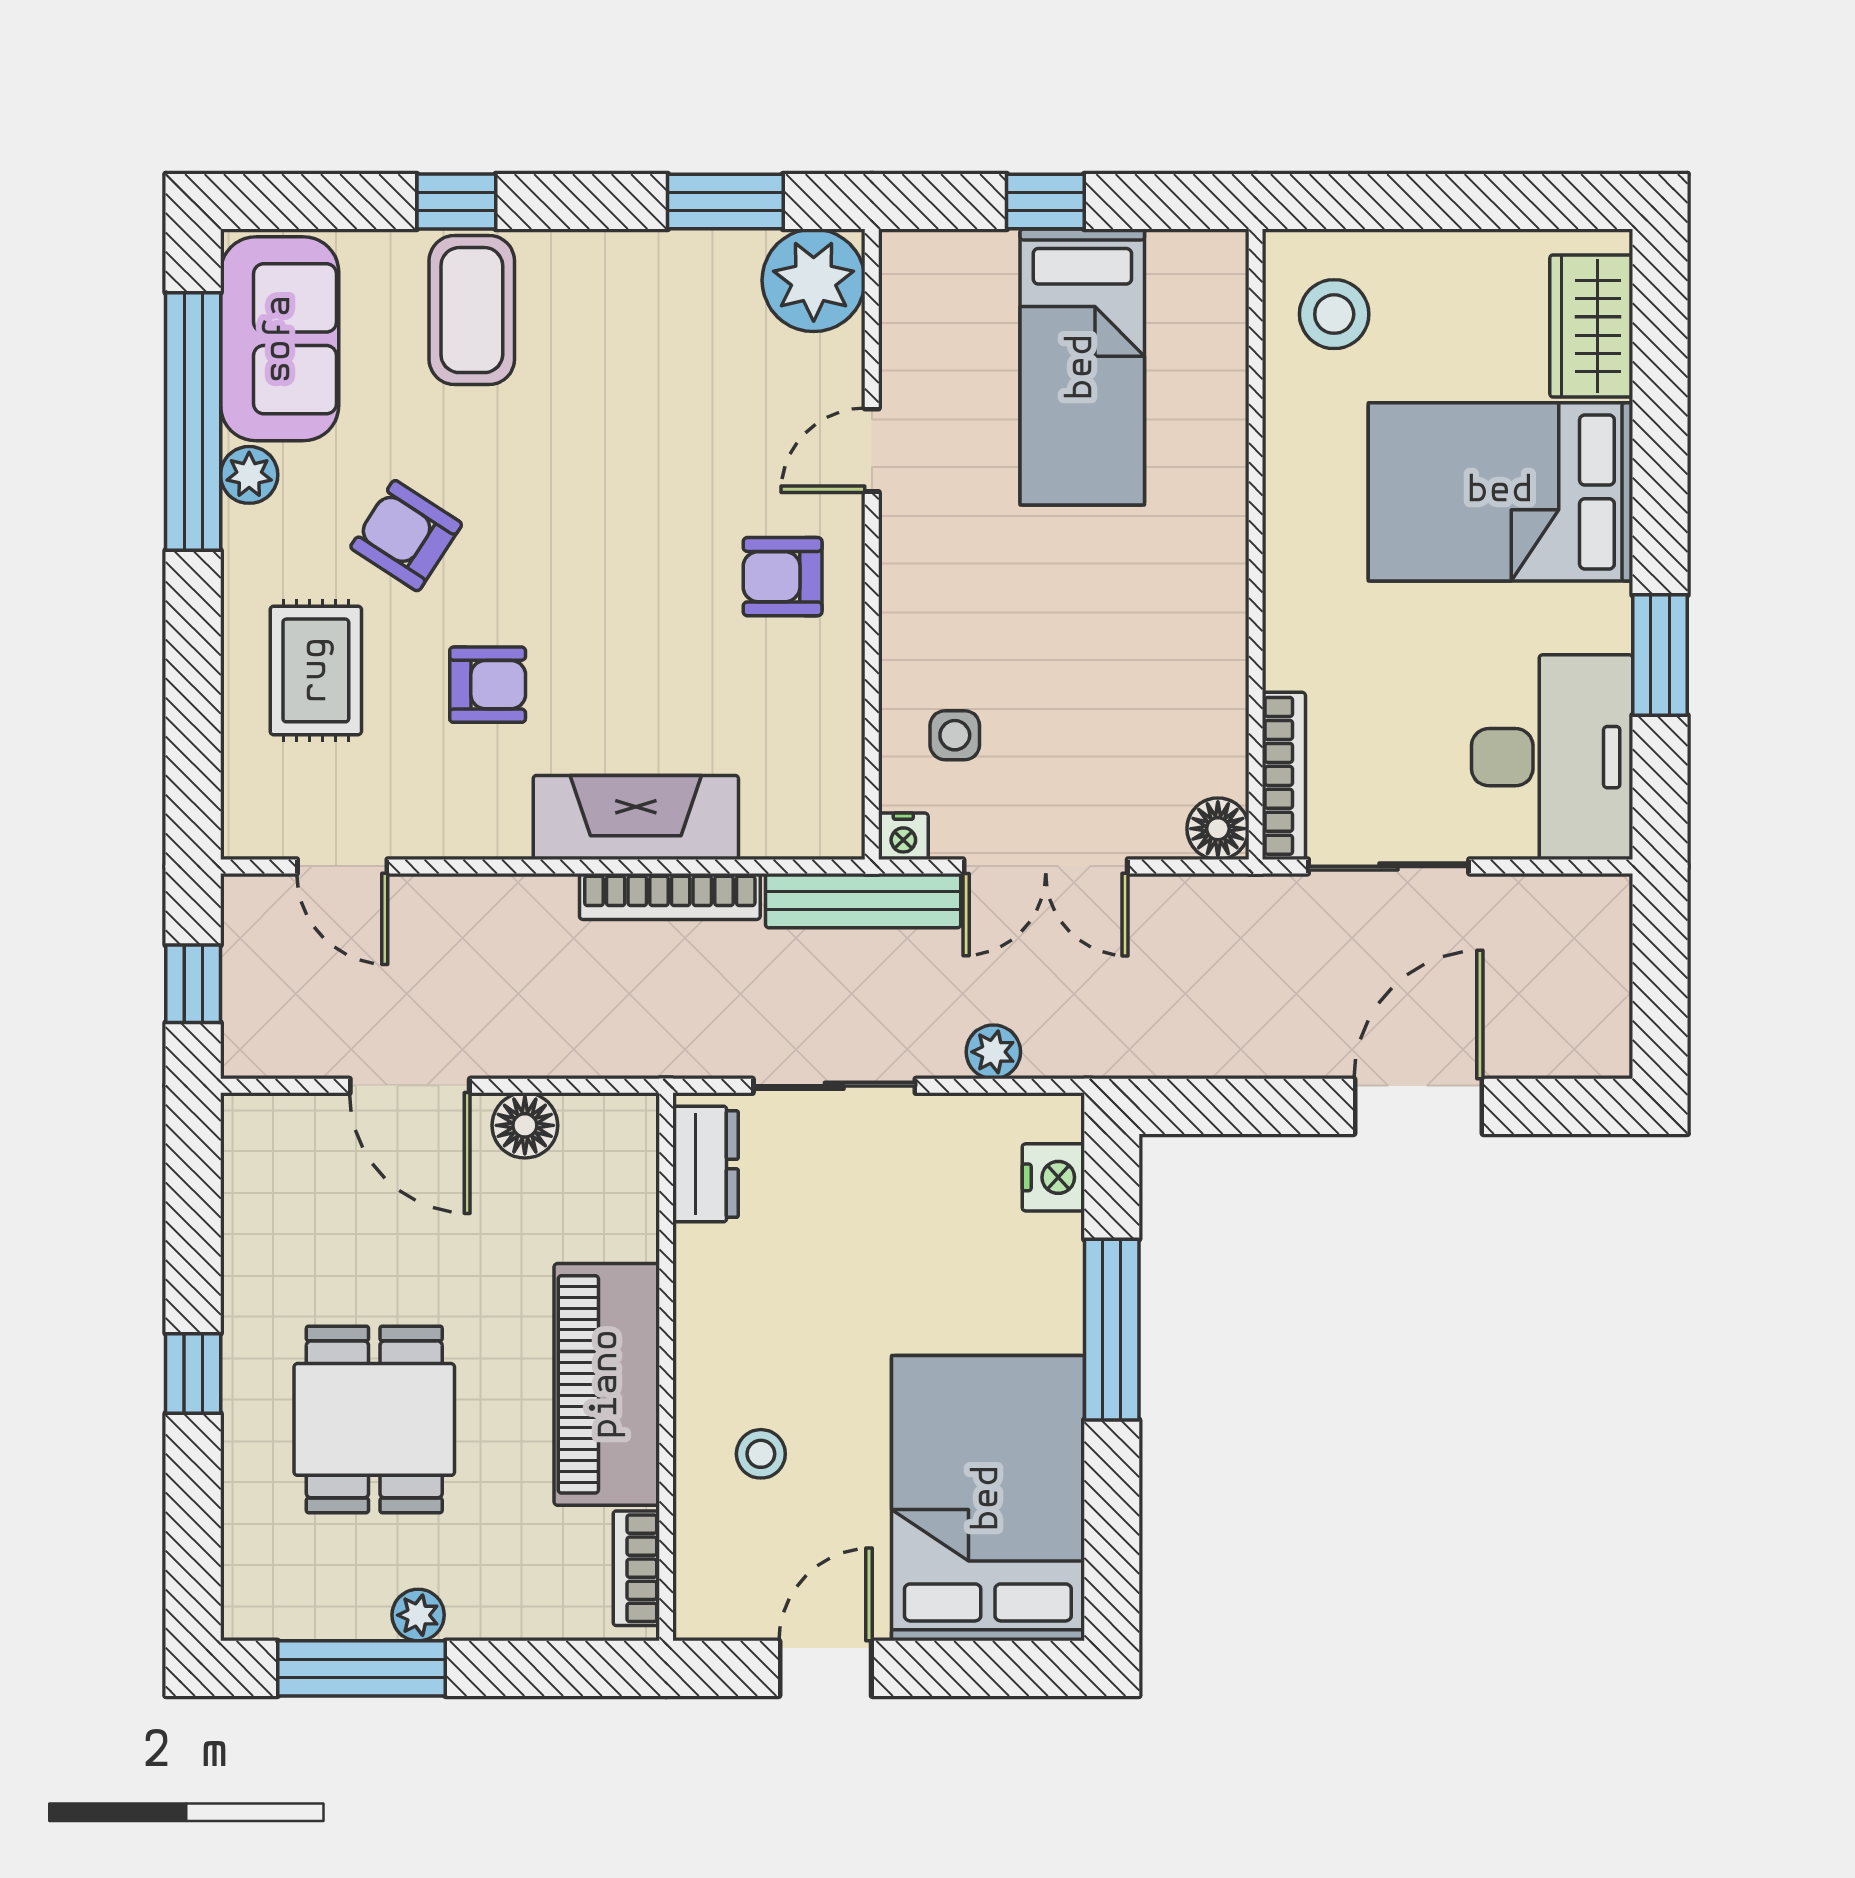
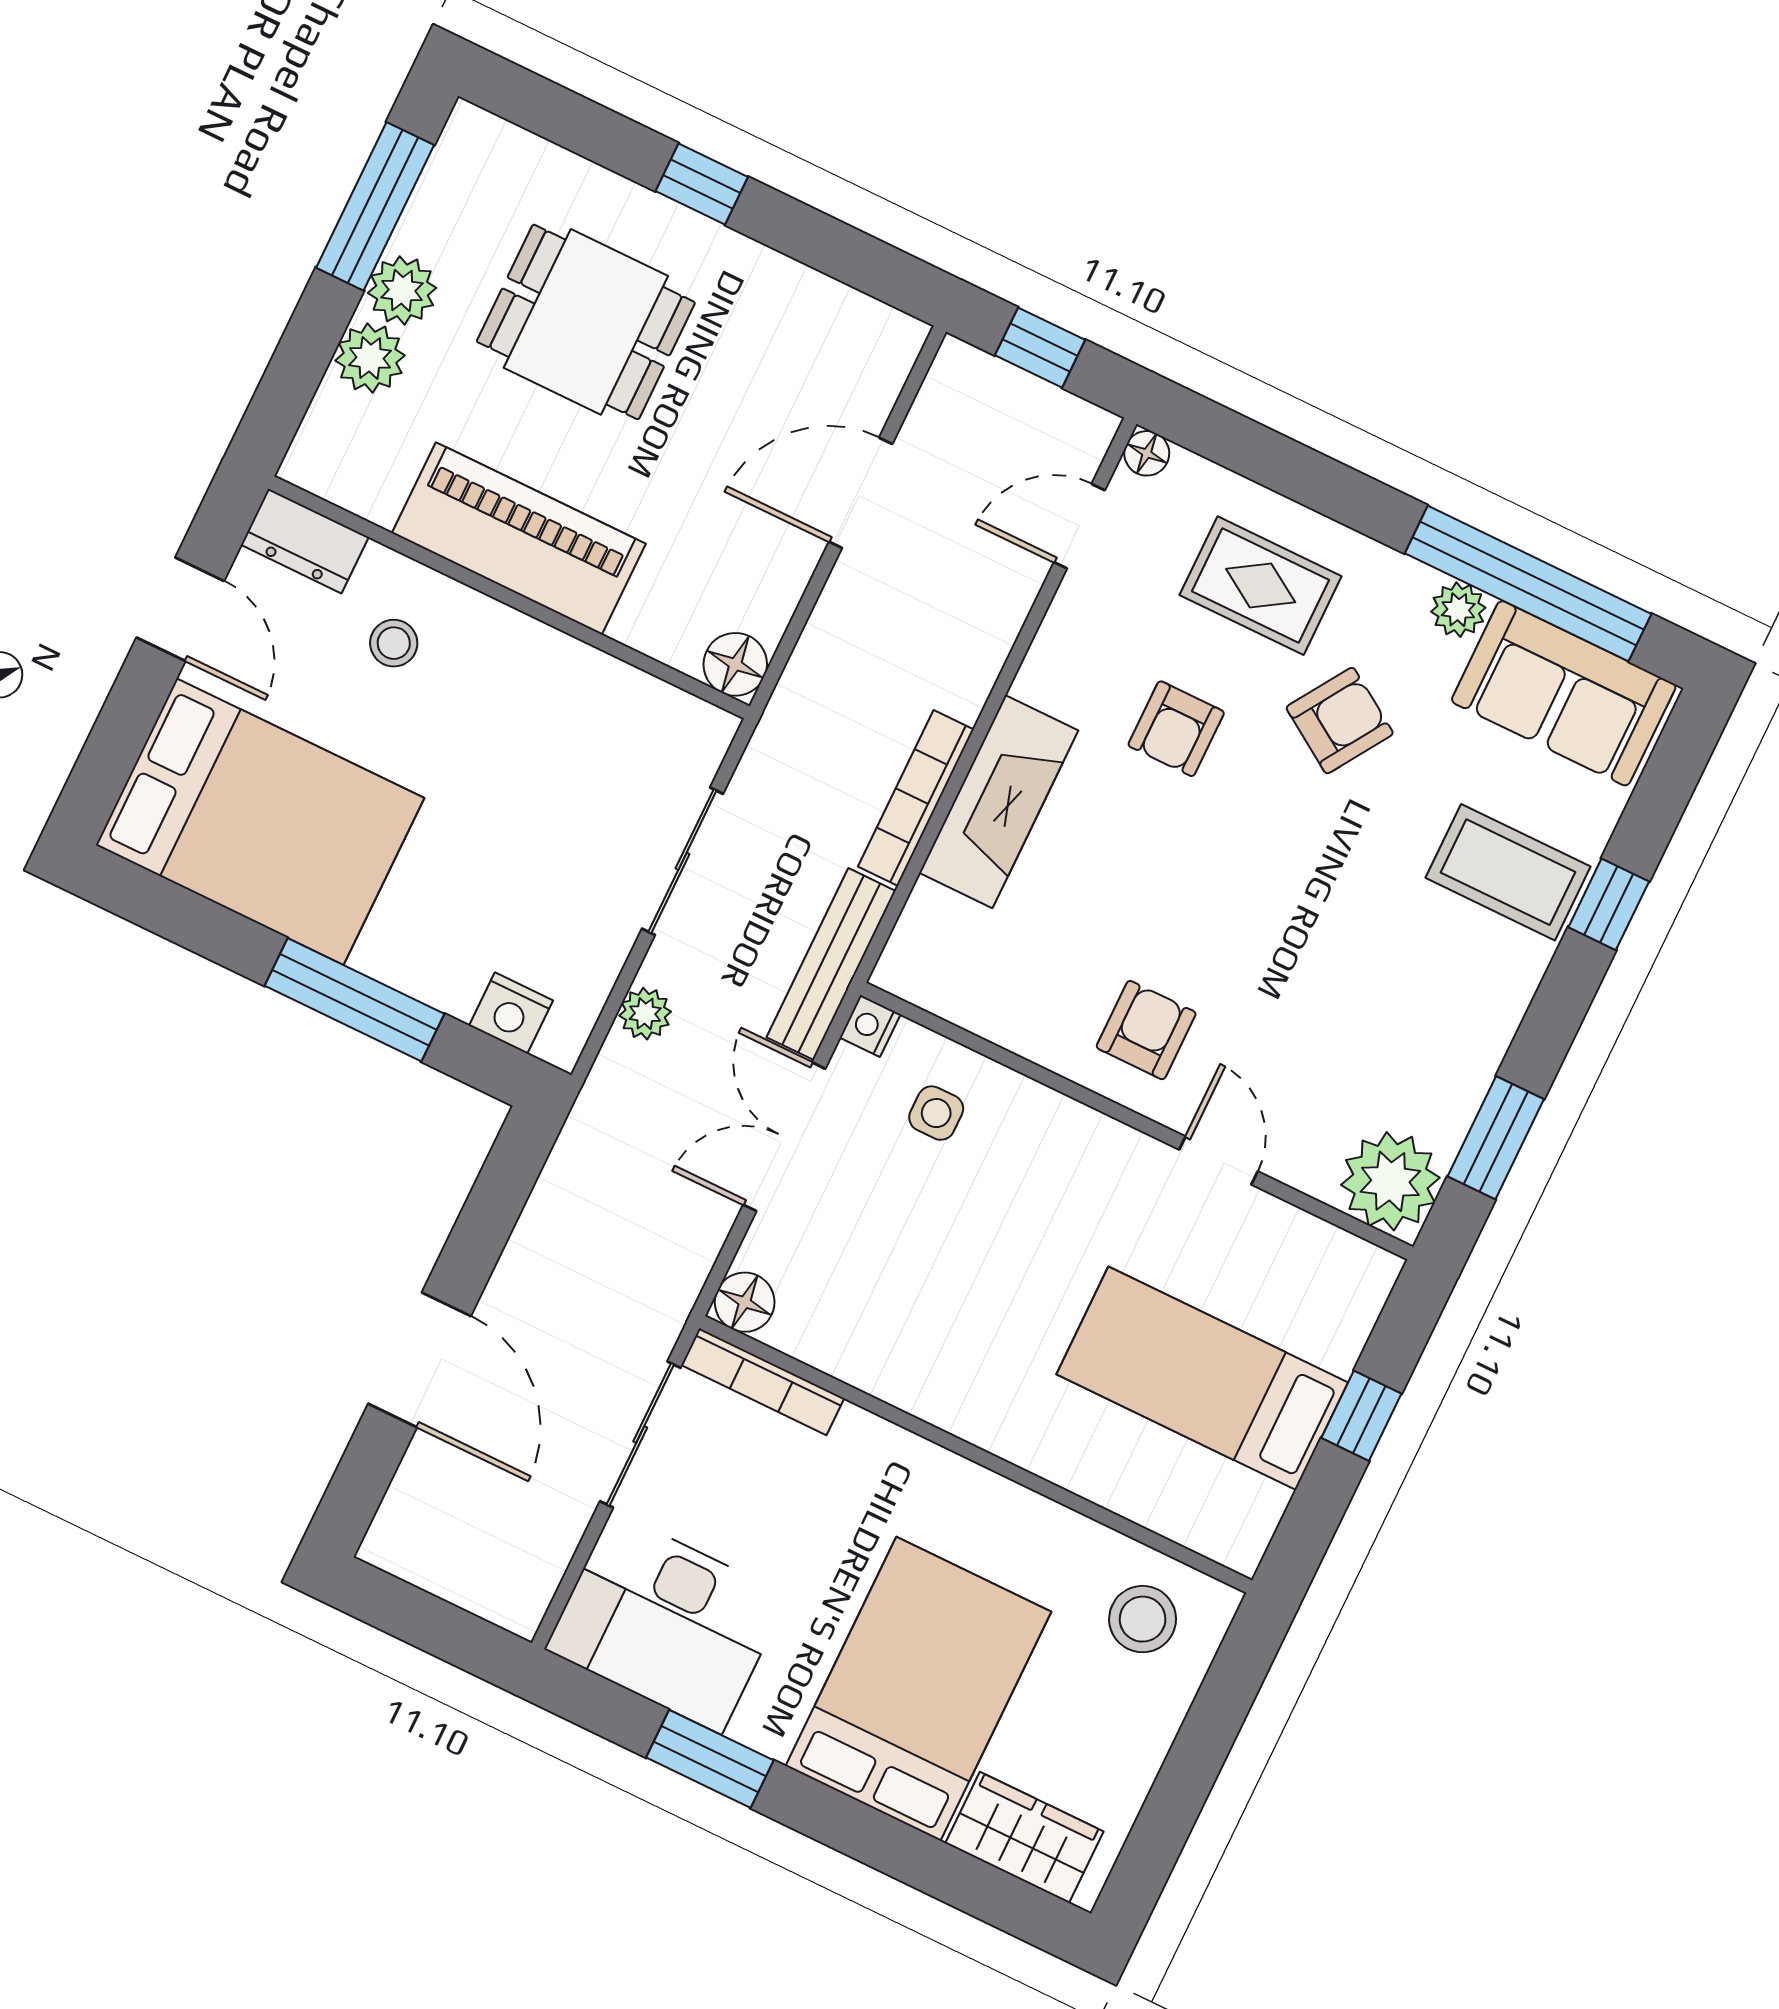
floor lamp: (244, 836) -> (1147, 453), added
floor lamp: (525, 1125) -> (735, 664), moved
dresser: (706, 1164) -> (305, 541), moved
bookcase: (636, 1568) -> (347, 487), removed
plant: (505, 1605) -> (370, 358), added
plant: (418, 1615) -> (402, 290), width x1.38, depth x1.38

